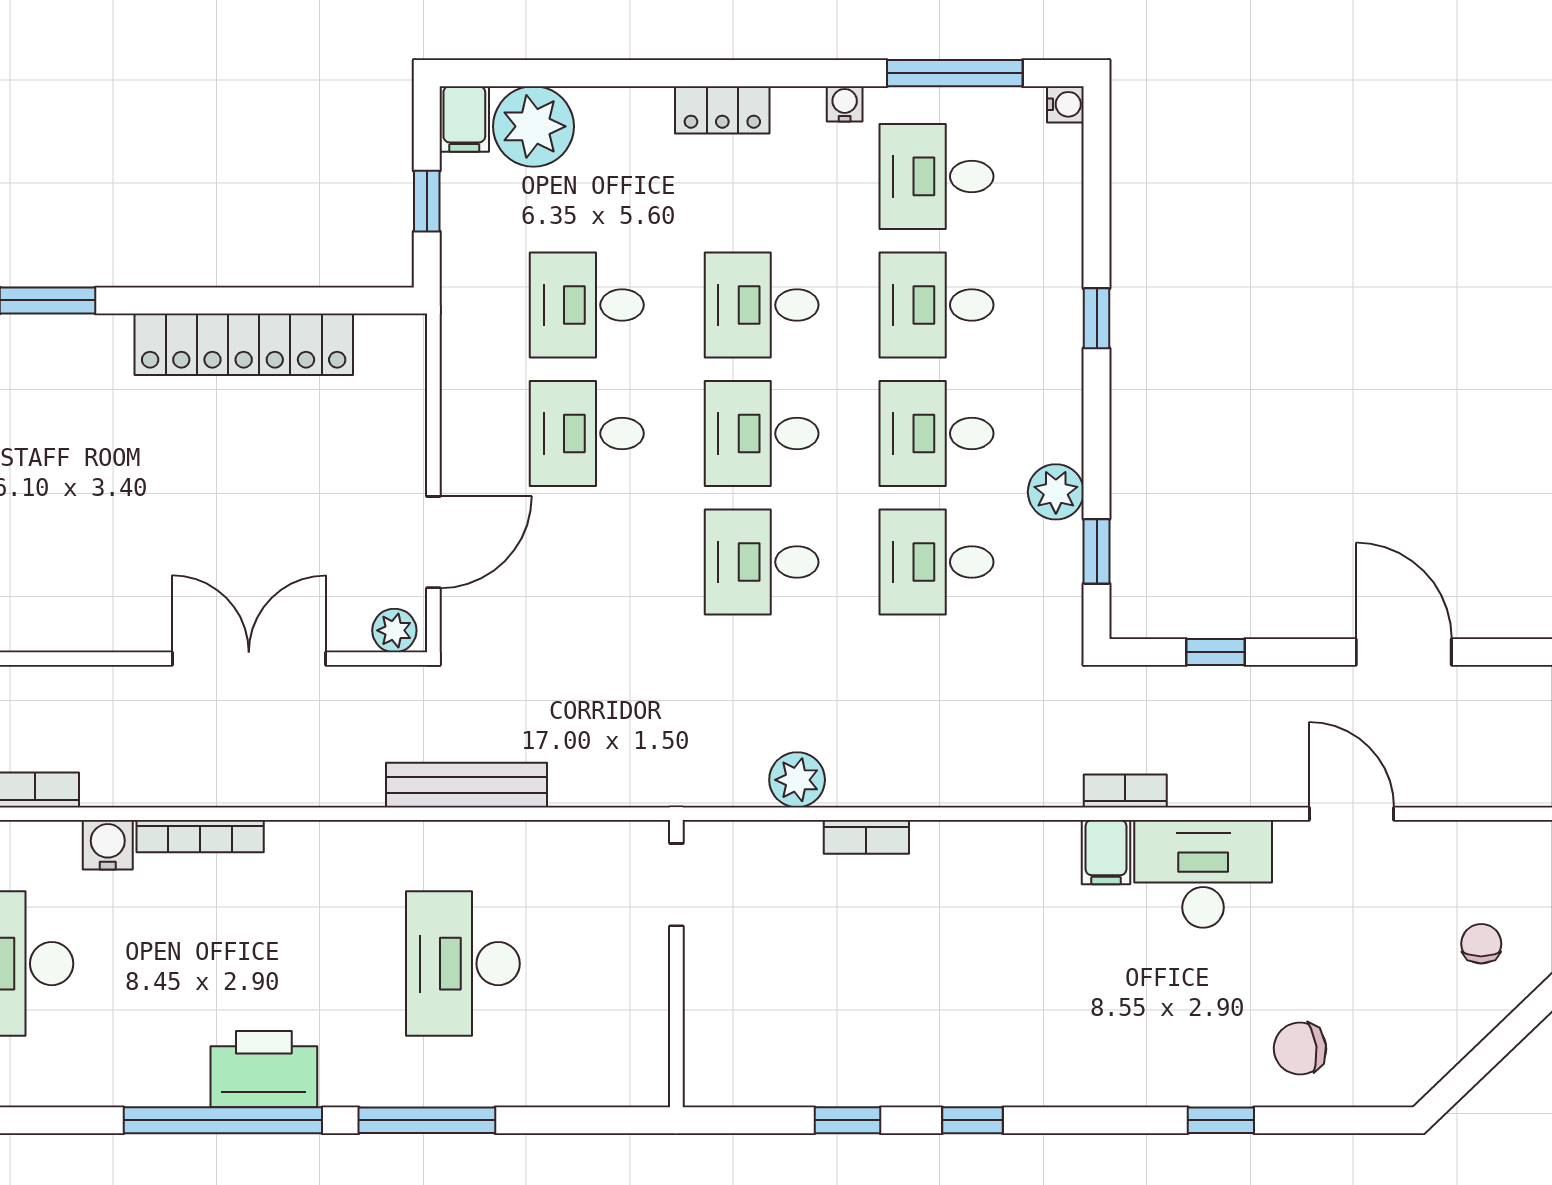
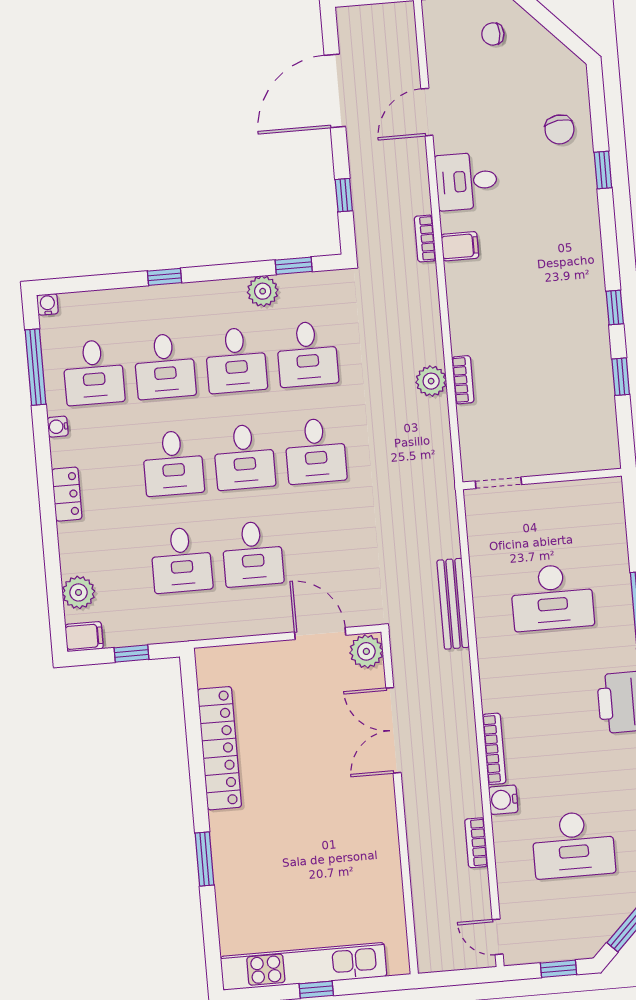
plant: (533, 126) -> (79, 592), width x0.73, depth x0.73
plant: (394, 630) -> (366, 651), width x1.38, depth x1.38
door: (1404, 652) -> (335, 91), width x1.36
plant: (797, 780) -> (431, 381), moved
desk: (1203, 874) -> (466, 181), width x0.73

